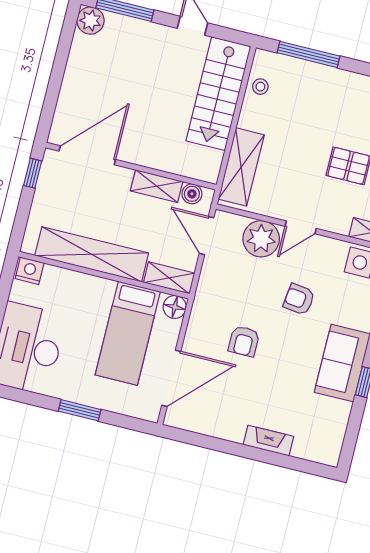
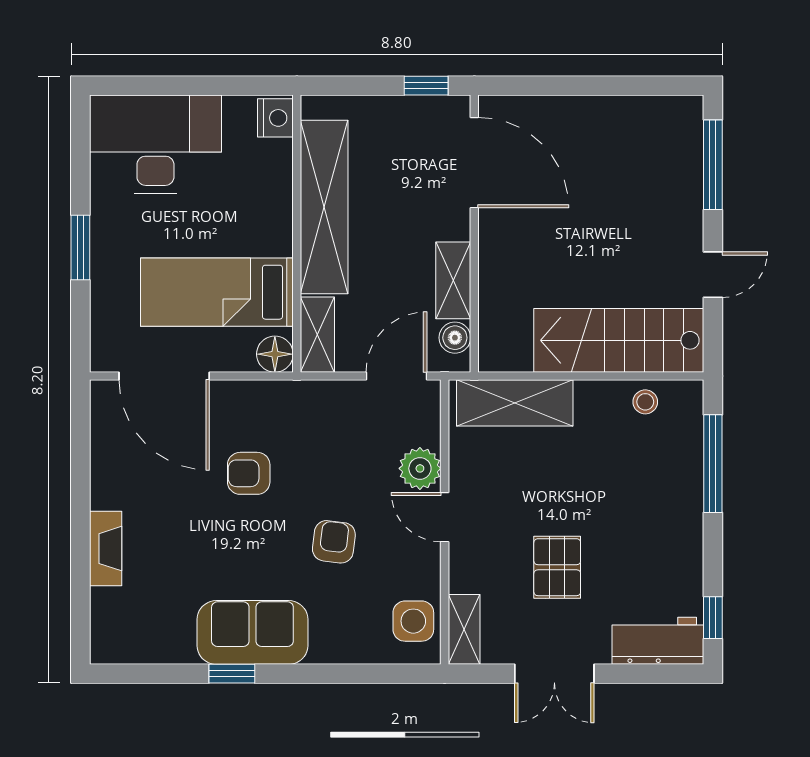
plant: (90, 21) -> (682, 116), removed
plant: (261, 239) -> (420, 468), width x0.73, depth x0.73

